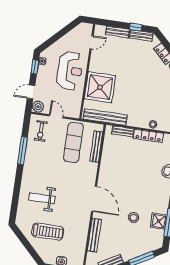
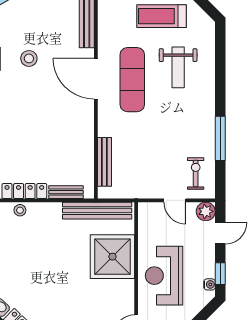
exercise mat: (73, 142) -> (132, 80), moved
weight bench: (42, 198) -> (178, 67), turned 90

